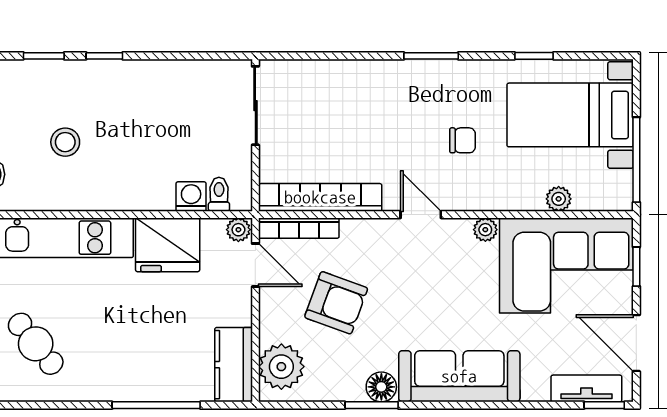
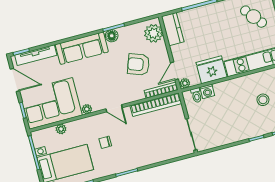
door: (255, 265) -> (174, 71), hinge flipped
tv unit: (586, 388) -> (36, 55), width x1.41

